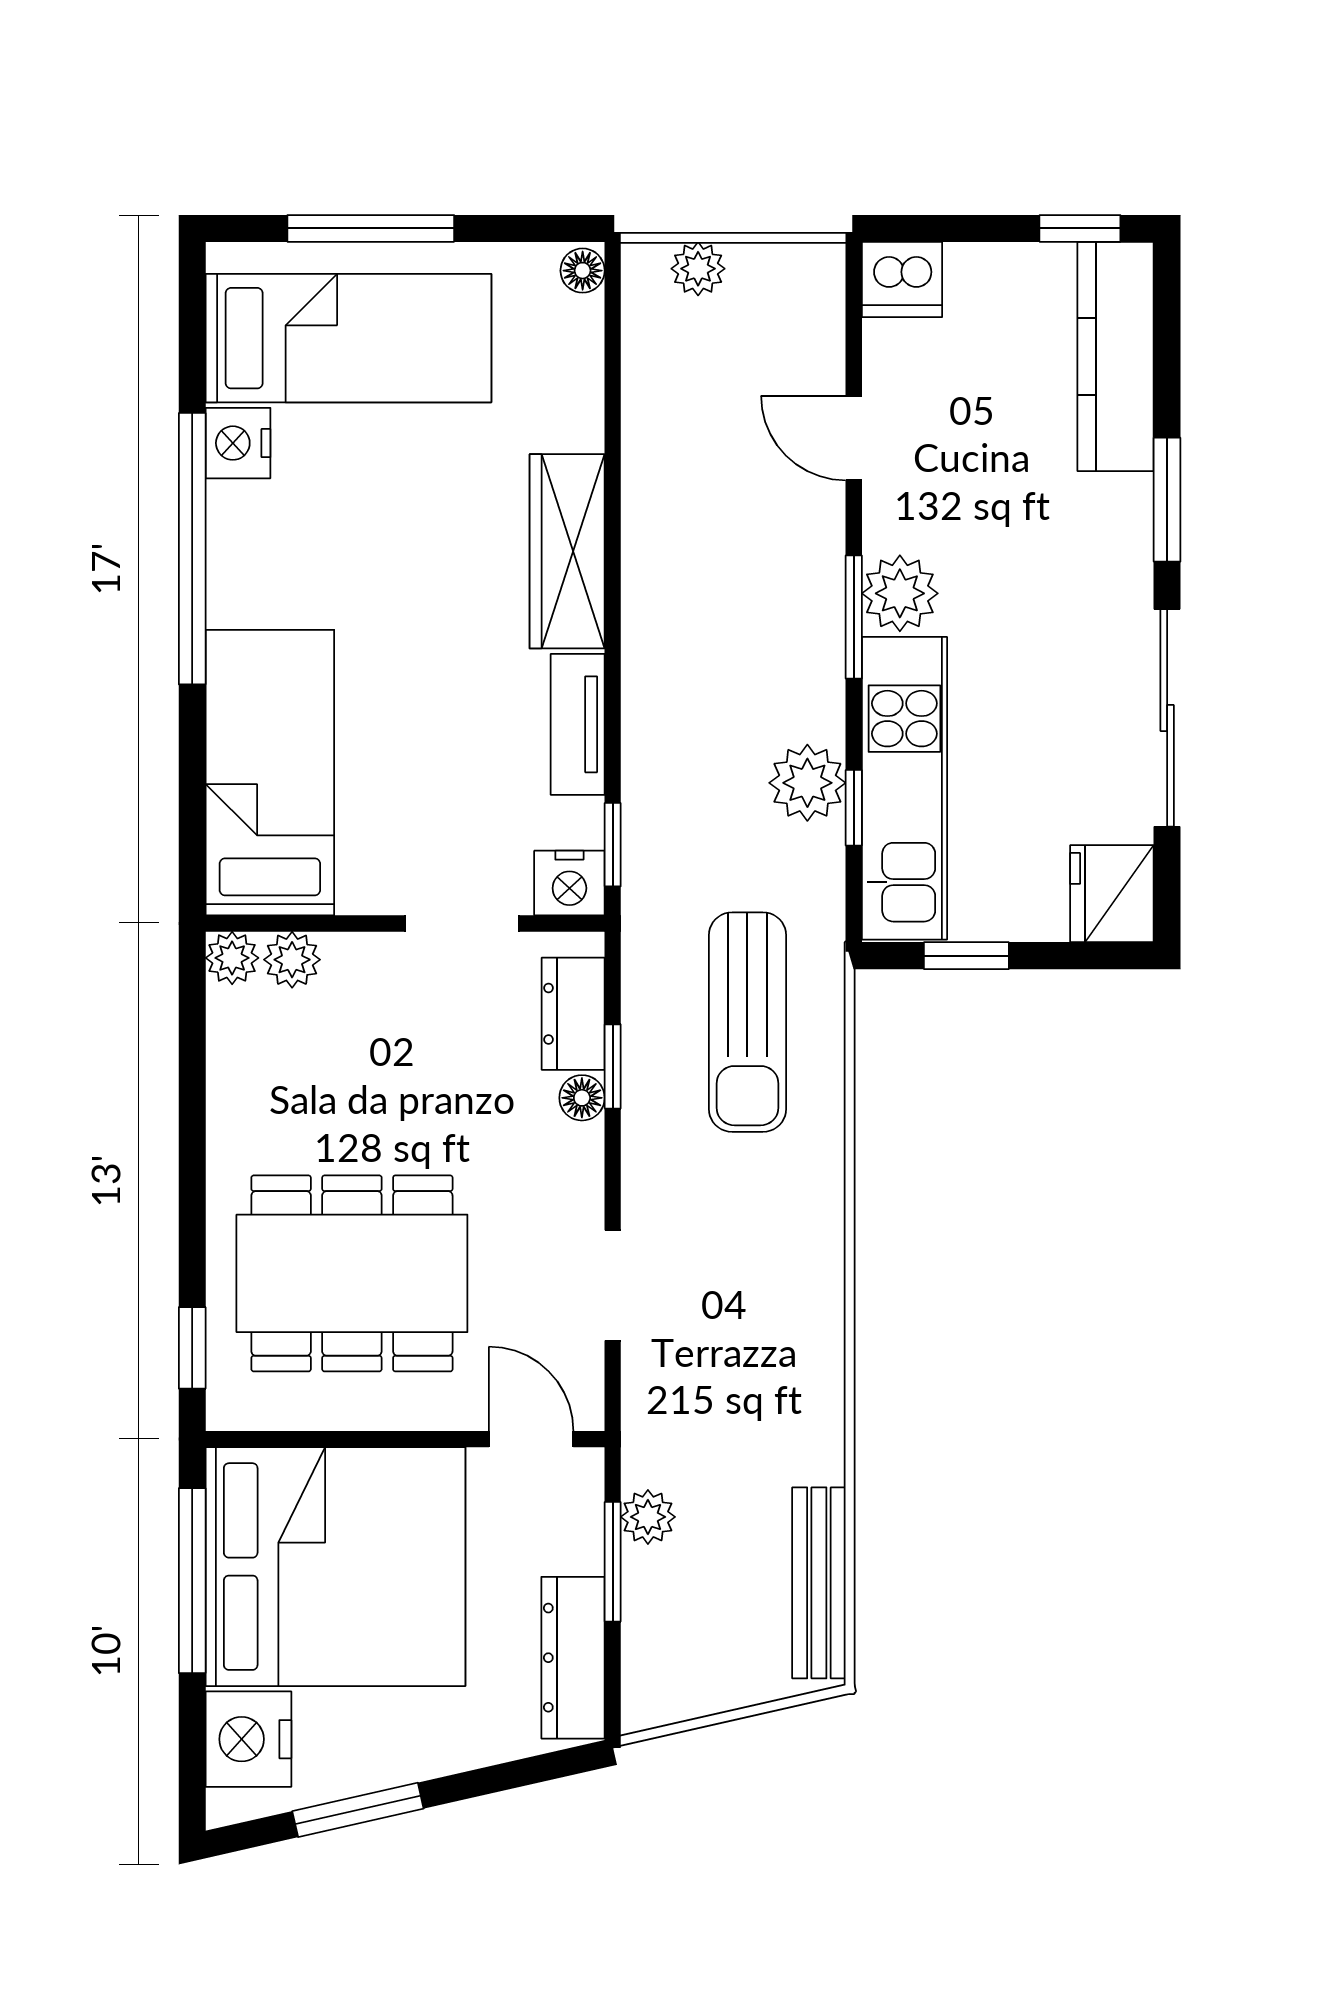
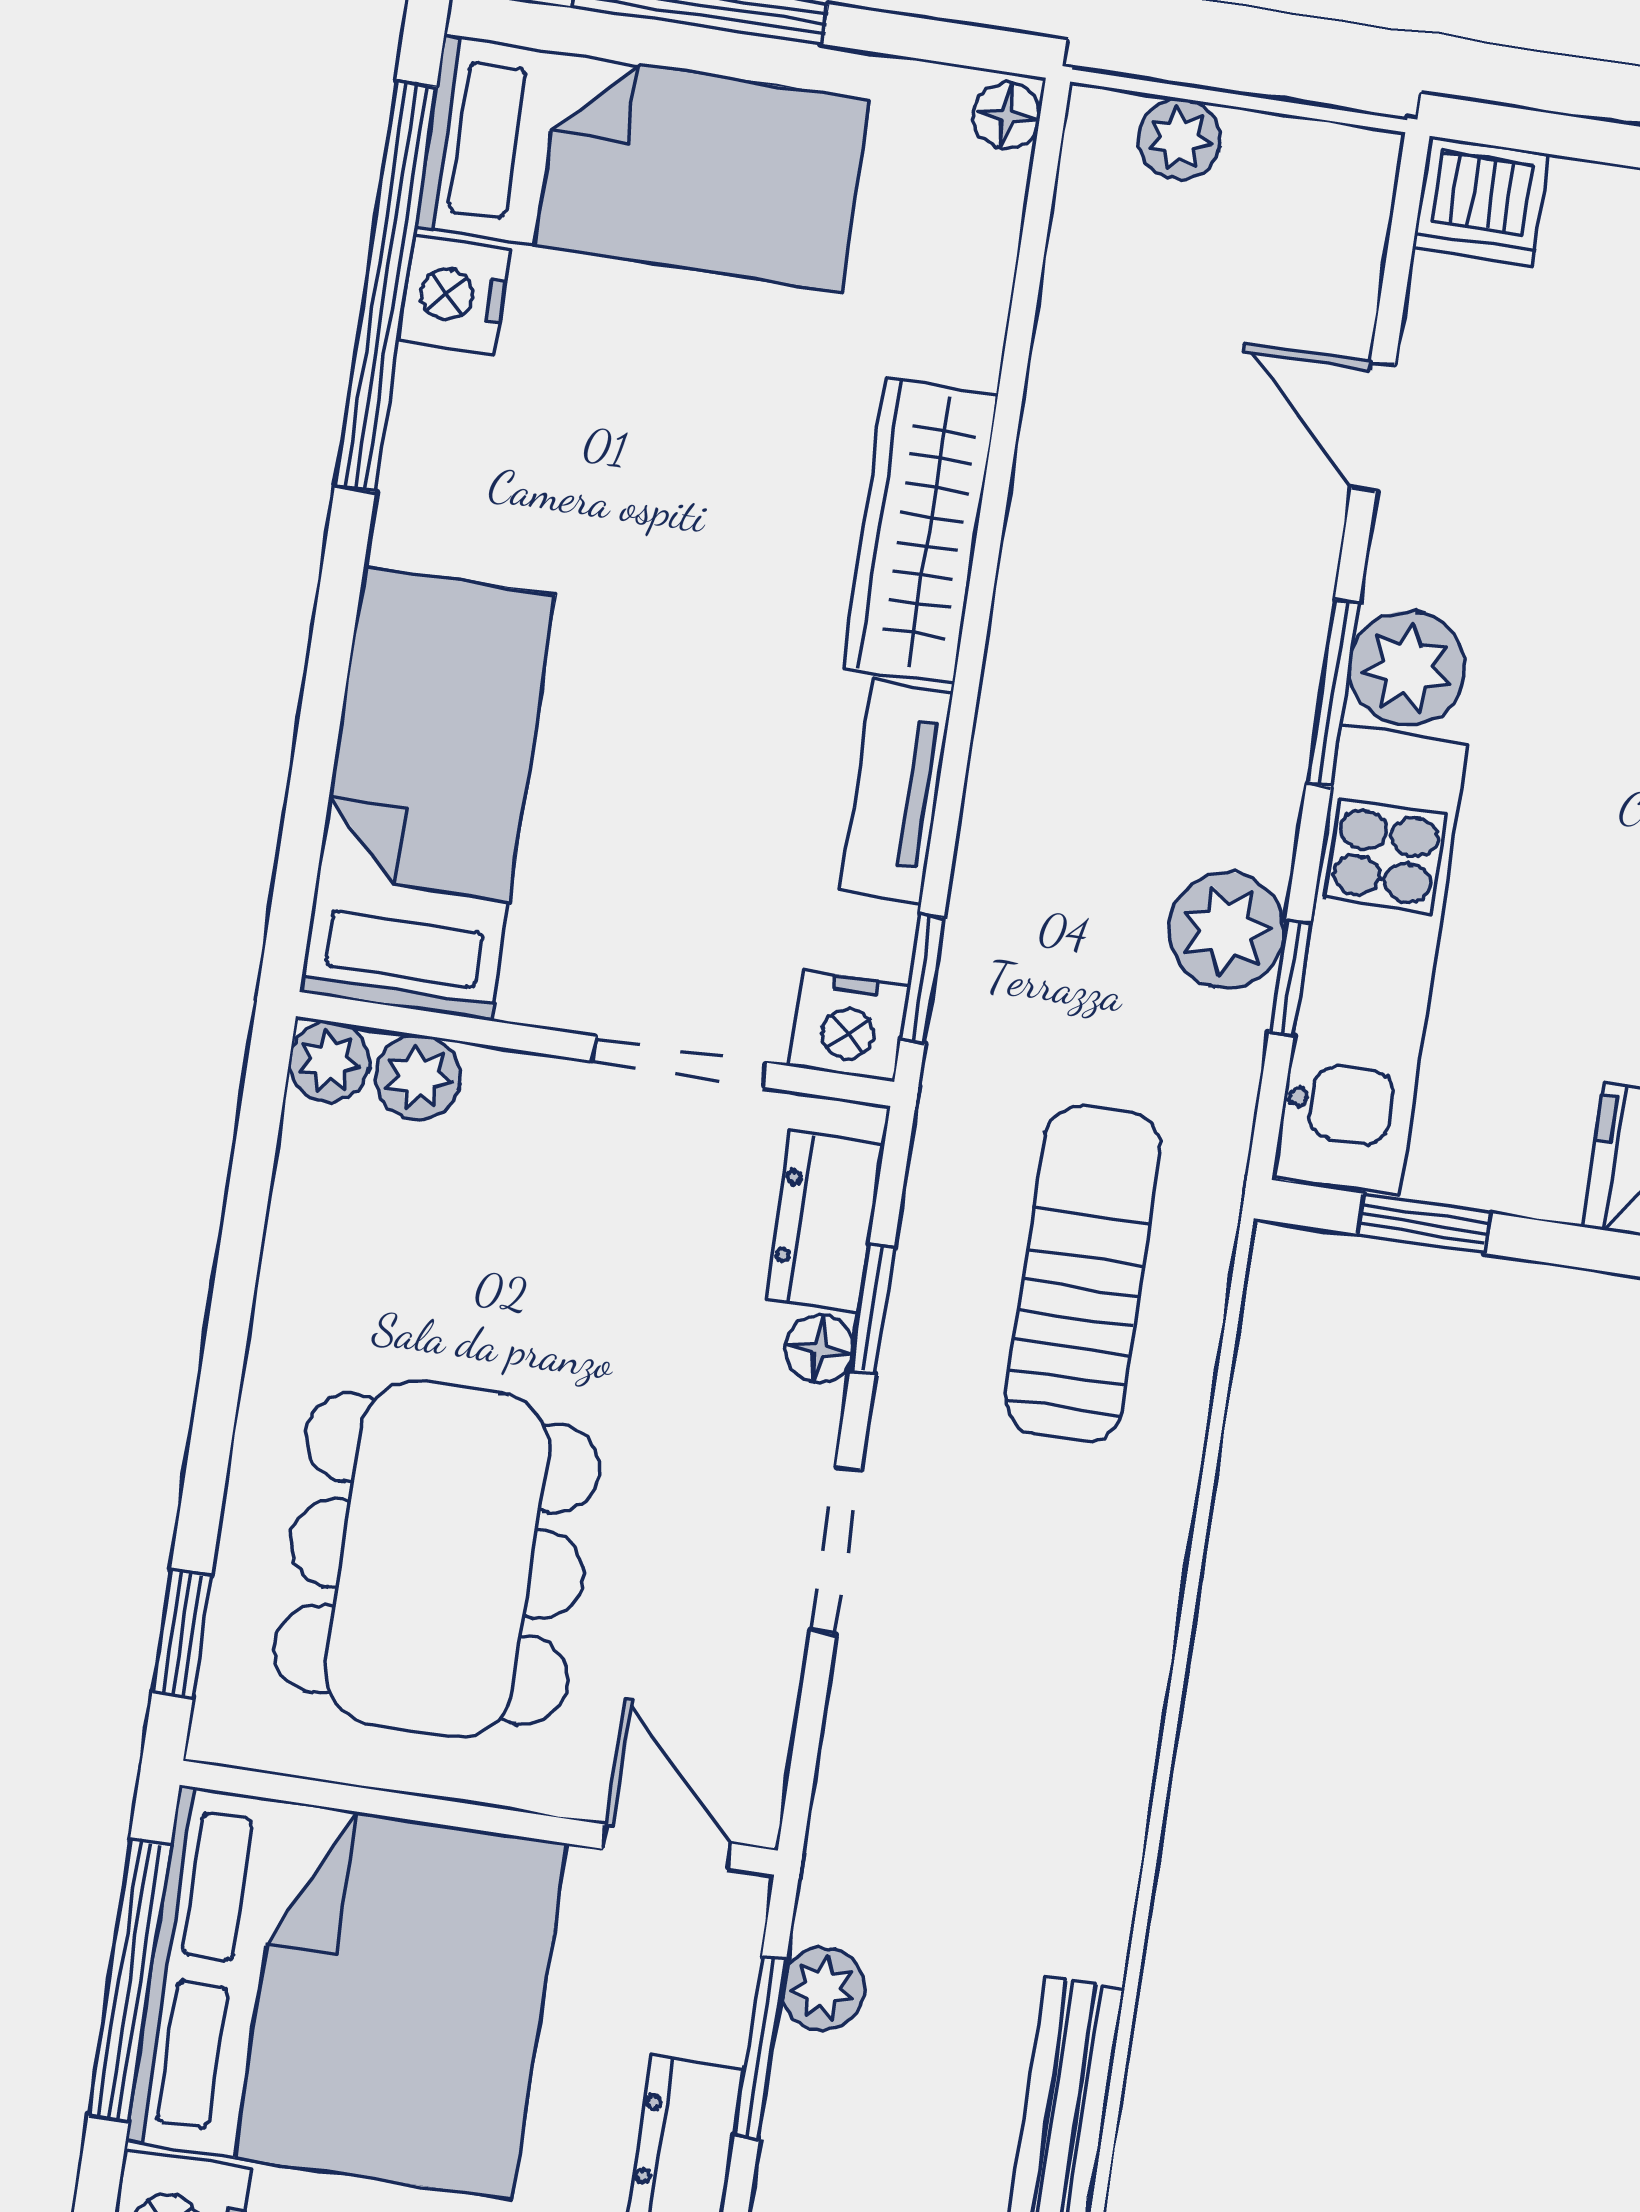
window: (192, 549) -> (386, 286), moved
sun lounger: (747, 1022) -> (1083, 1273), turned 180
dining table: (352, 1273) -> (437, 1559), turned 90
doorway: (613, 1285) -> (836, 1550), moved

